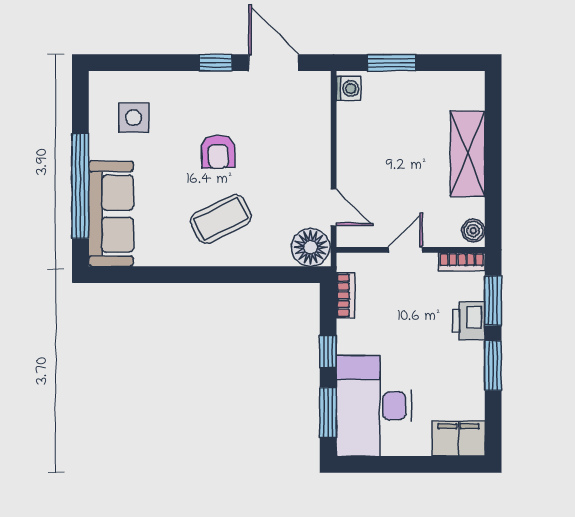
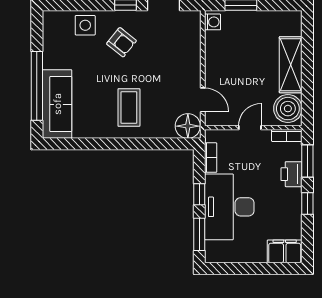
side table: (134, 118) -> (85, 25), moved
armchair: (218, 152) -> (121, 42), moved, turned -49
coffee table: (221, 219) -> (129, 107), turned -63
boiler: (473, 231) -> (288, 109), width x1.86, depth x1.86
window: (493, 366) -> (307, 204), width x0.67
desk: (374, 406) -> (229, 207), moved

